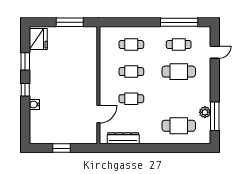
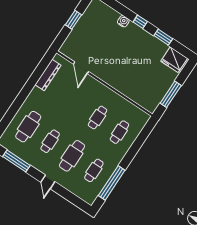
door: (215, 52) -> (48, 182), moved
cafe table: (131, 99) -> (50, 141), moved
plant: (205, 112) -> (25, 155), removed

